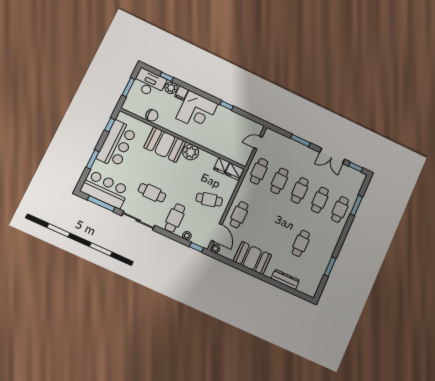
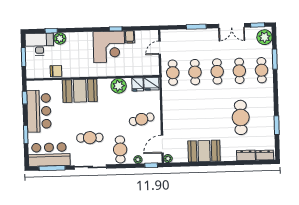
filing cabinet: (181, 93) -> (130, 37), moved
corner desk: (197, 111) -> (109, 47), moved
plant: (191, 152) -> (119, 86), moved
plant: (357, 181) -> (264, 37), added
cafe table: (239, 215) -> (174, 119), removed
door: (217, 233) -> (162, 144), swing flipped
cafe table: (301, 243) -> (241, 117), width x1.37, depth x1.35
dresser: (285, 279) -> (246, 155), width x0.70
dresser: (306, 289) -> (265, 155), added

